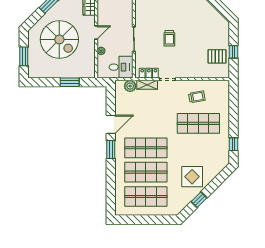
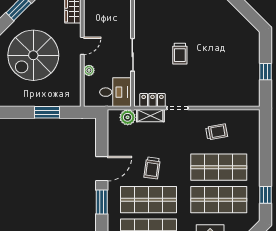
spiral stairs: (59, 39) -> (33, 55), turned 90
pallet: (217, 56) -> (243, 78), removed
trolley: (148, 124) -> (152, 168), added
shop shelf: (198, 148) -> (219, 200), added

